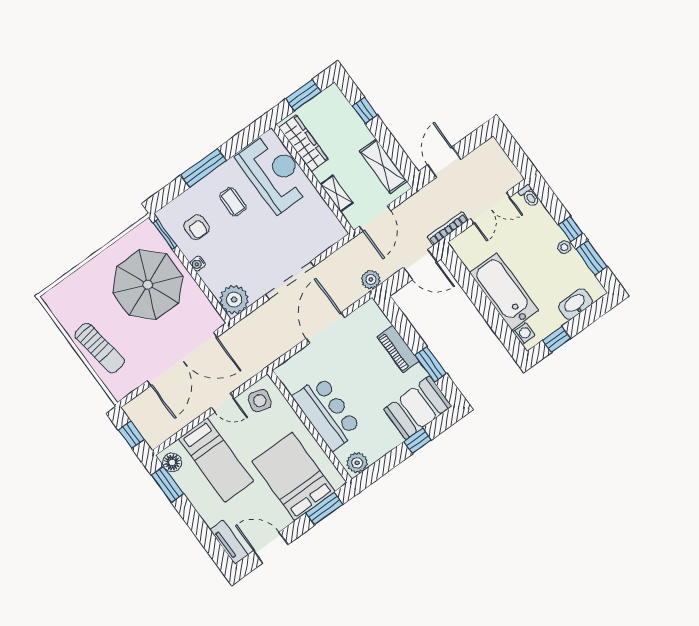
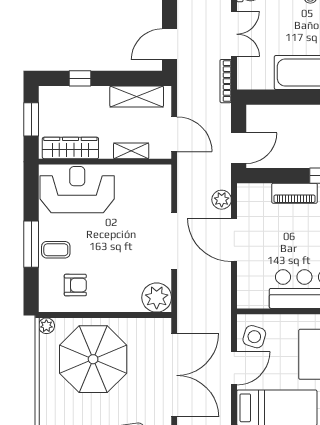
door: (444, 162) -> (169, 44), hinge flipped
coffee table: (233, 202) -> (56, 250), moved
plant: (147, 228) -> (46, 326), added
window: (165, 234) -> (62, 315), removed
water cooler: (198, 264) -> (106, 306), removed
door: (420, 265) -> (239, 148), moved
plant: (371, 279) -> (222, 200), moved
door: (223, 403) -> (234, 368), width x1.38

